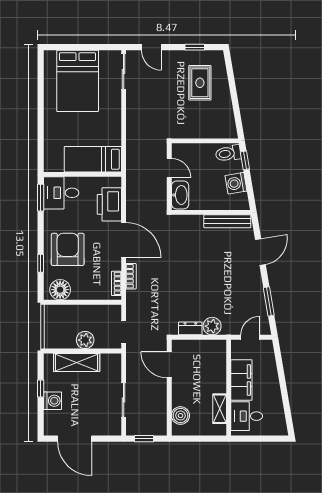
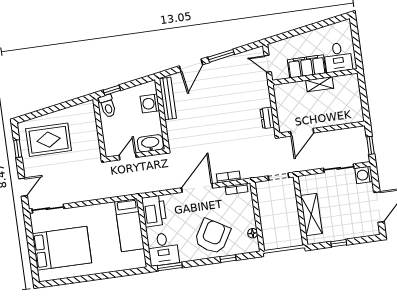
rug: (200, 83) -> (49, 140), width x1.36, depth x1.43
washing machine: (236, 183) -> (150, 103), moved, turned 100
printer: (109, 204) -> (154, 211), moved, turned -90
armchair: (68, 249) -> (212, 236), turned 120
door: (260, 252) -> (191, 65), swing flipped
floor lamp: (60, 290) -> (253, 233), width x0.53, depth x0.53
window: (269, 301) -> (221, 56), moved
plant: (212, 326) -> (263, 99), removed
plant: (85, 340) -> (290, 210), removed
washing machine: (53, 401) -> (364, 175), moved, turned -90
shelving: (220, 409) -> (320, 84), moved
boiler: (180, 416) -> (346, 116), removed

